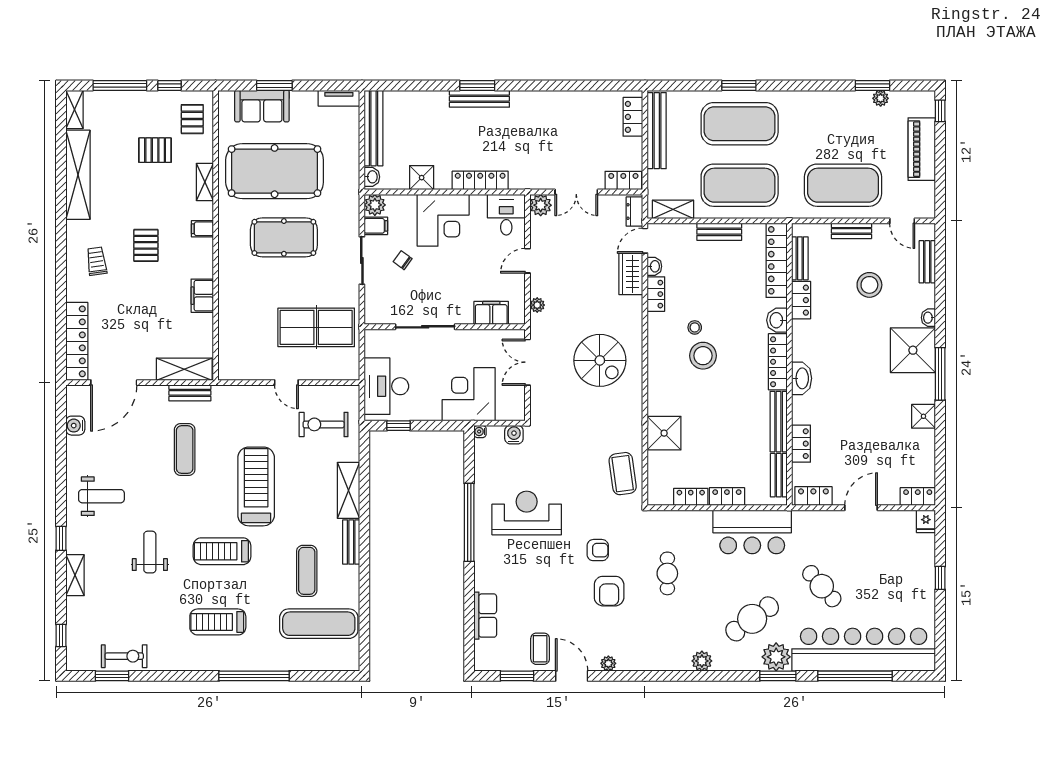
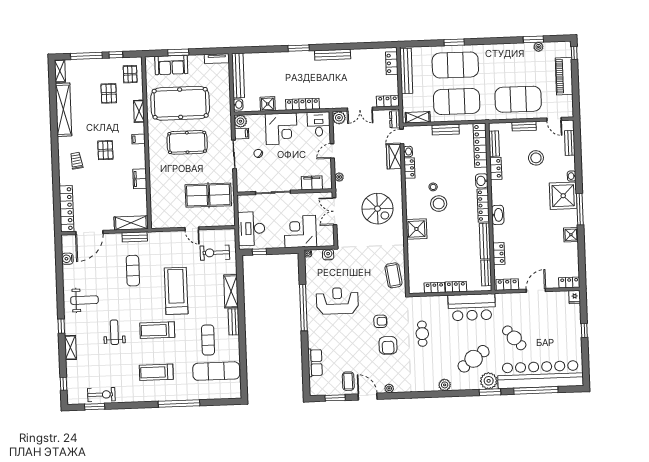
bench: (479, 99) -> (333, 55), moved
pallet: (155, 150) -> (109, 93), turned 90
shower: (664, 433) -> (416, 229), moved

